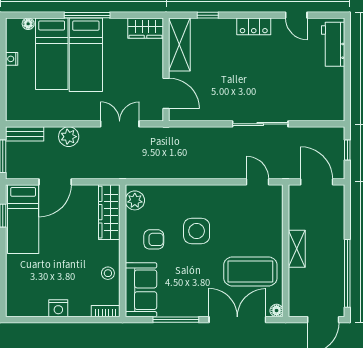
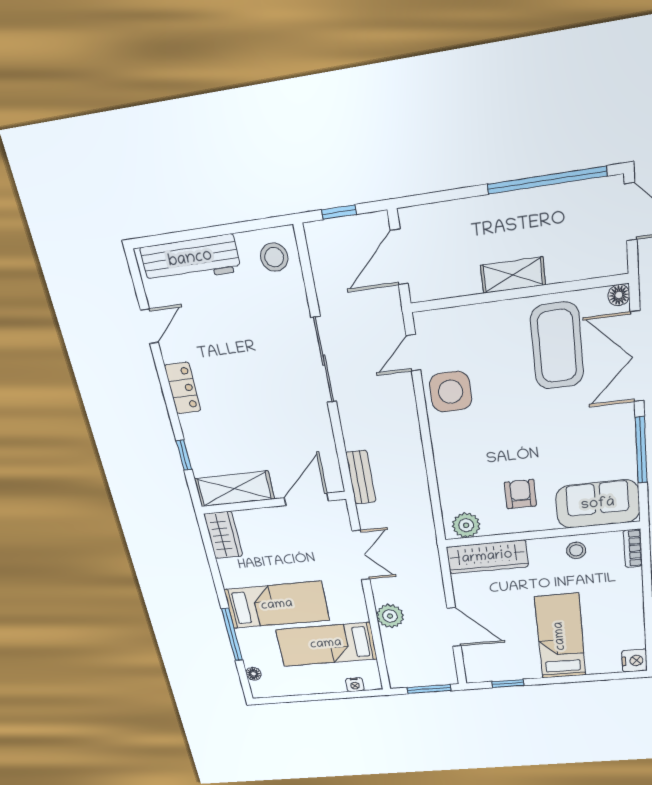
window: (87, 15) -> (232, 635), moved
workbench: (333, 44) -> (190, 259), width x1.38
bed: (52, 54) -> (326, 644), moved, turned 180
nightstand: (12, 59) -> (355, 685), moved
stool: (327, 105) -> (274, 257), added
double door: (120, 124) -> (361, 555), swing flipped
bench: (25, 134) -> (361, 477), moved
bed: (23, 219) -> (560, 636), moved, turned -90
side table: (197, 231) -> (451, 392), moved
nightstand: (58, 308) -> (634, 661), moved

